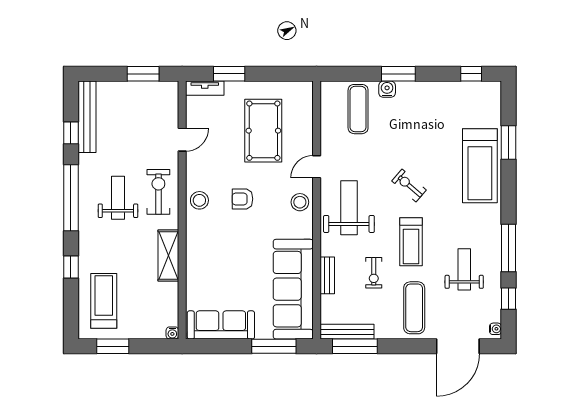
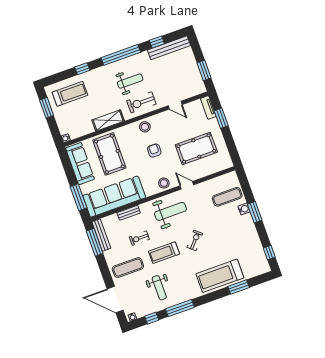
exercise bike: (158, 192) -> (141, 102), turned 180
weight bench: (464, 269) -> (159, 288), turned 90
pool table: (222, 272) -> (109, 154), added

